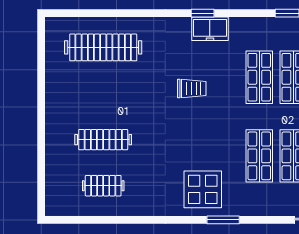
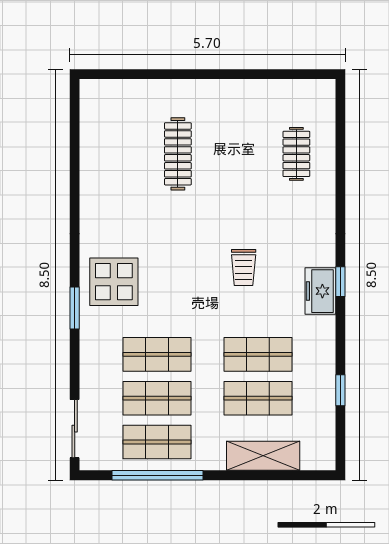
clothes rail: (103, 47) -> (296, 154), width x0.54, depth x0.76
clothes rail: (103, 186) -> (119, 154), removed

